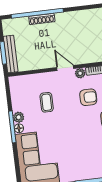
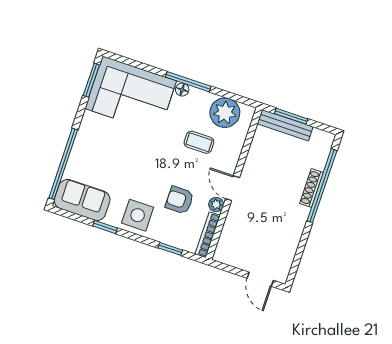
door: (65, 68) -> (232, 188), swing flipped
armchair: (88, 97) -> (180, 200), turned 90
plant: (19, 117) -> (225, 113), moved, width x1.87, depth x1.87

